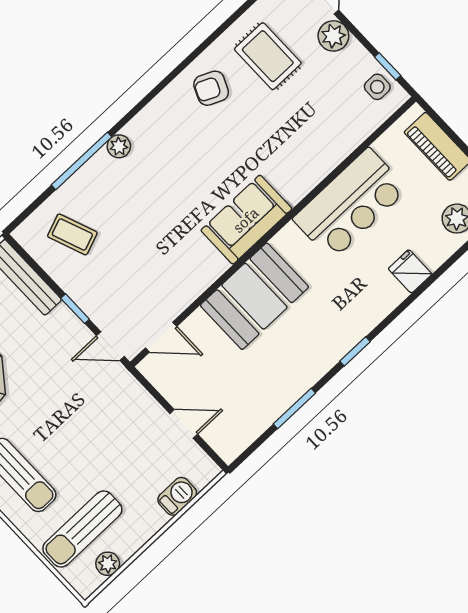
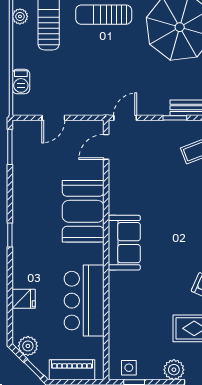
window: (75, 309) -> (175, 118), moved
window: (294, 409) -> (10, 147), moved

